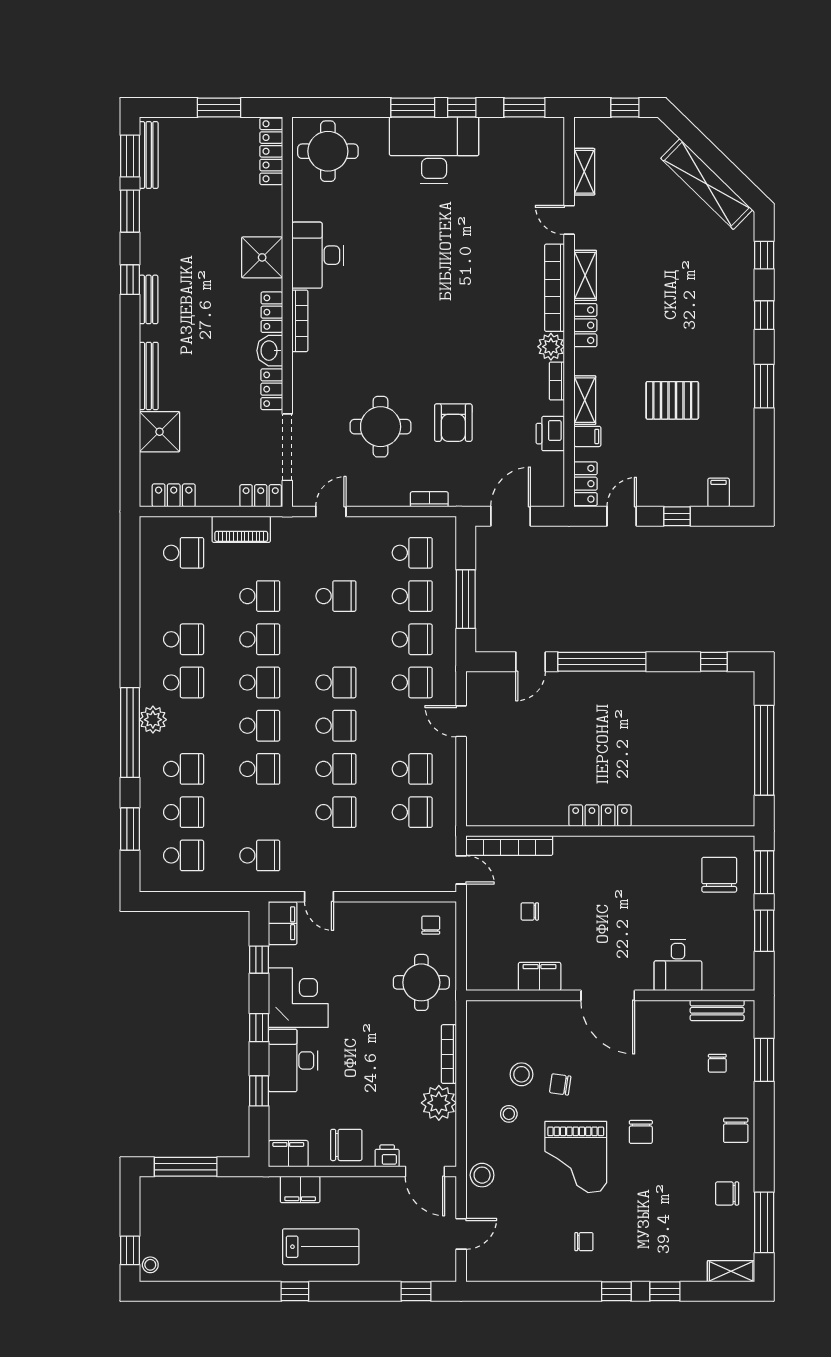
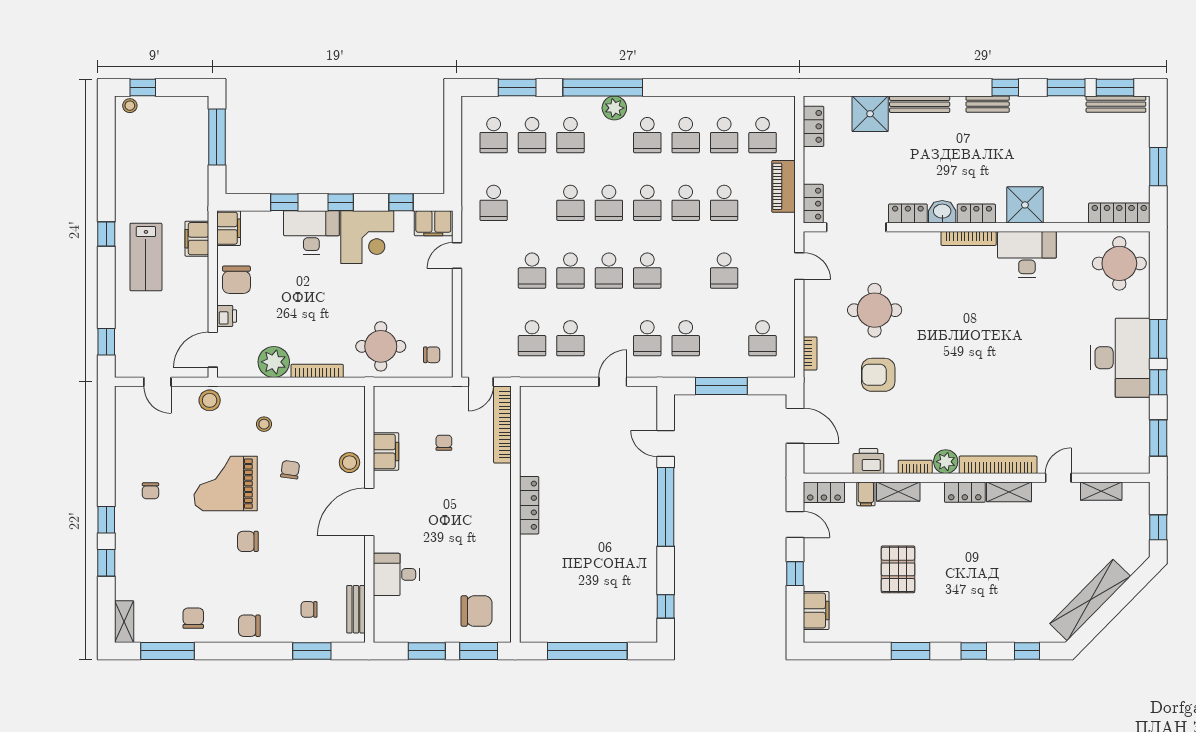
filing cabinet: (719, 492) -> (816, 611), width x2.00
school desk: (412, 596) -> (724, 135), moved
stool: (521, 1074) -> (349, 463), moved

